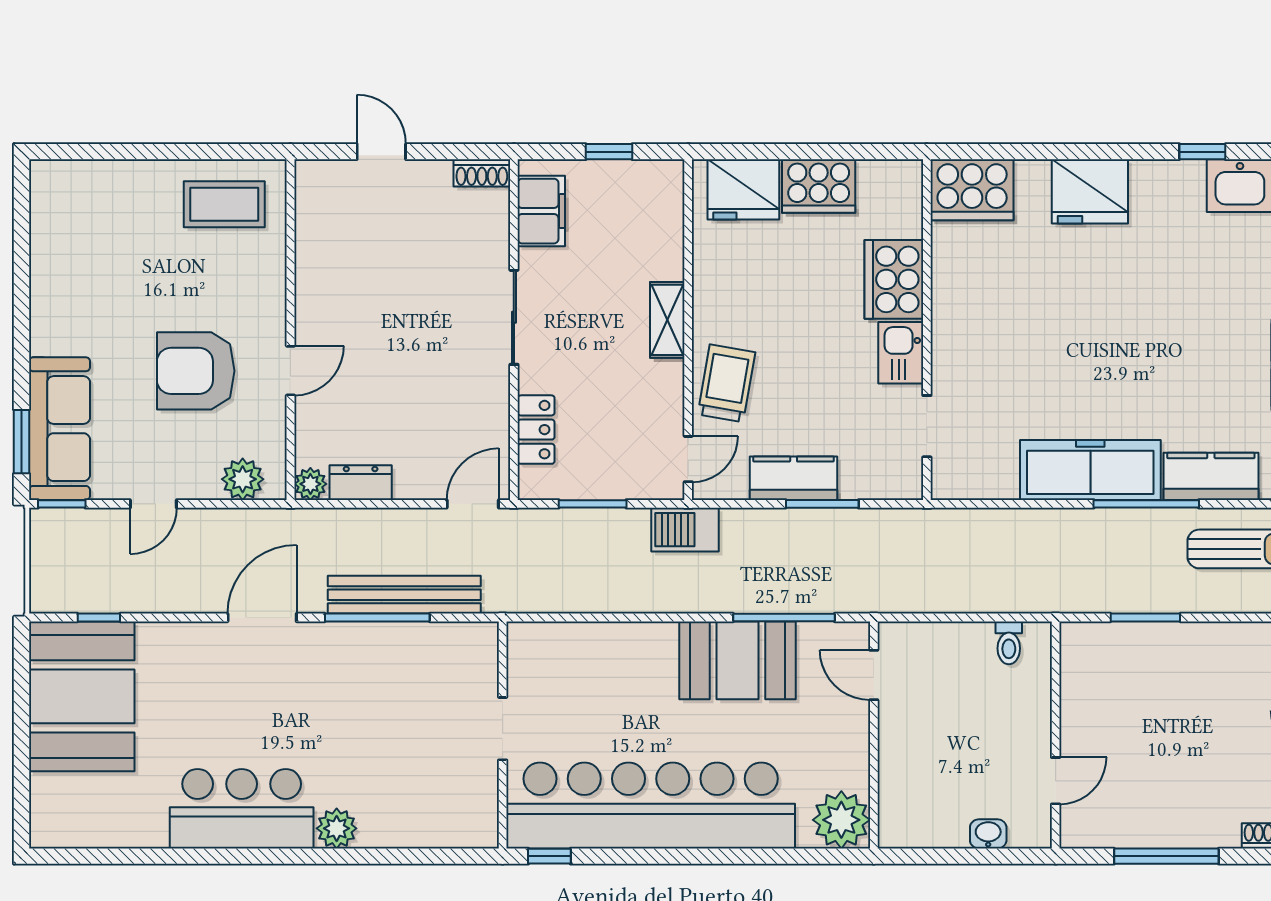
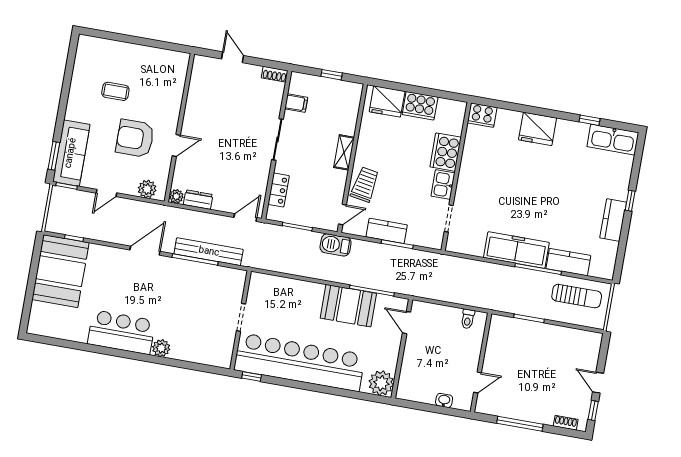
cooker: (972, 190) -> (482, 115), width x0.73, depth x0.76
coffee table: (224, 204) -> (115, 91), moved, width x0.73, depth x0.77
filing cabinet: (541, 211) -> (296, 103), width x0.50

